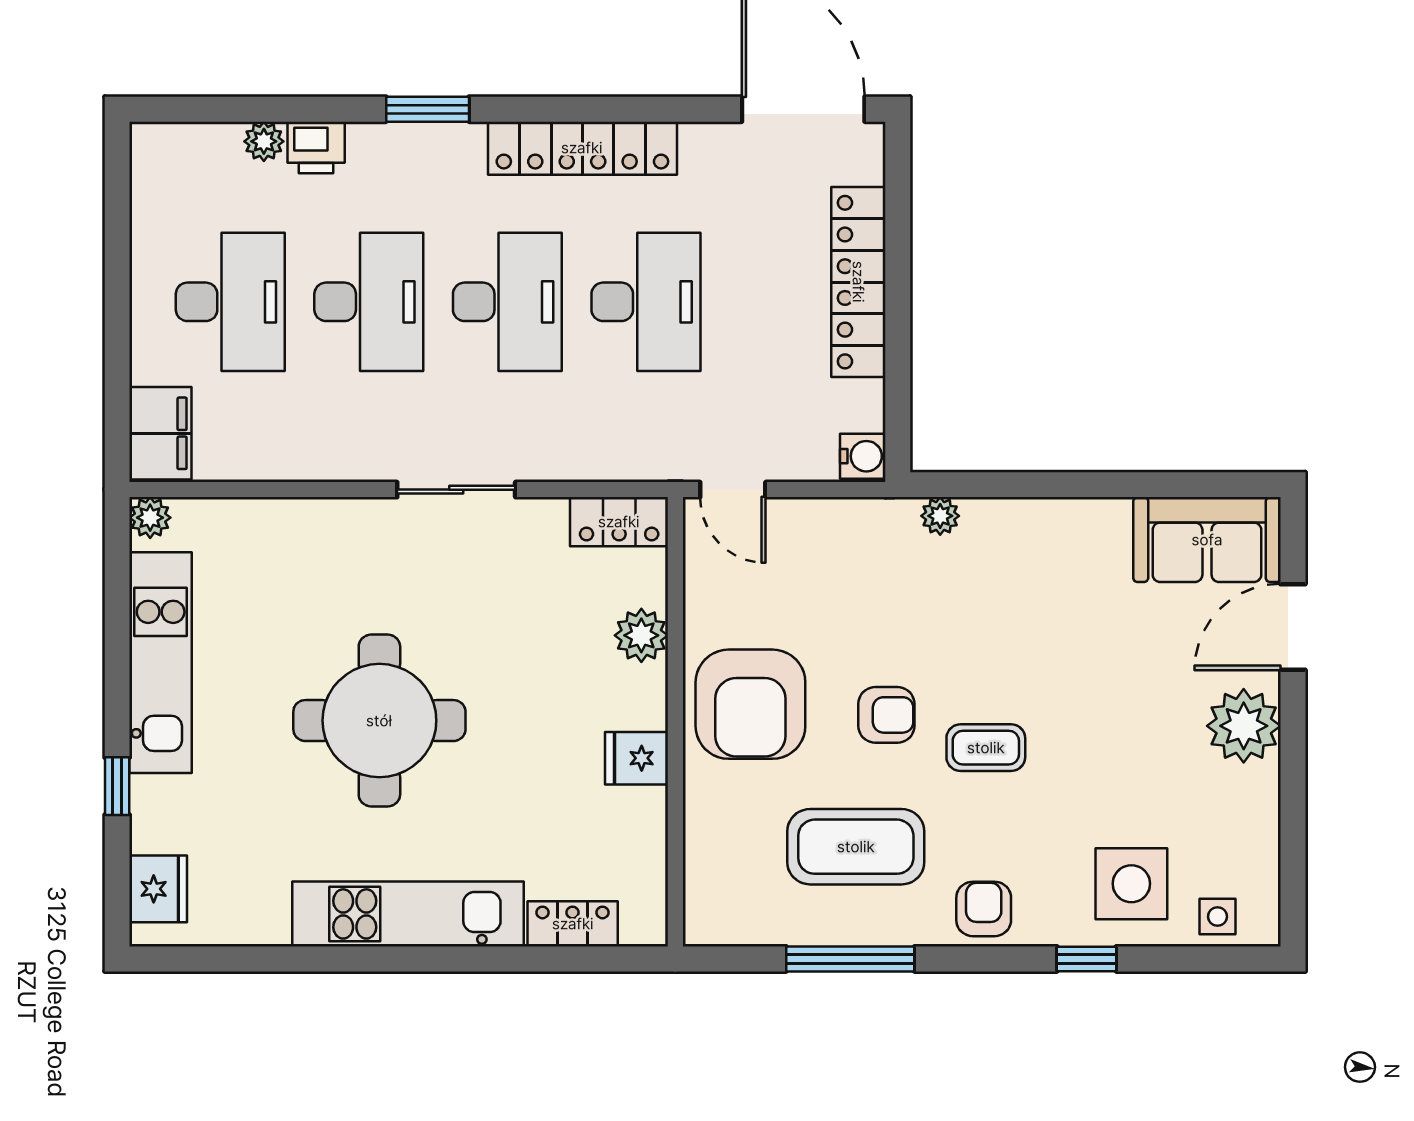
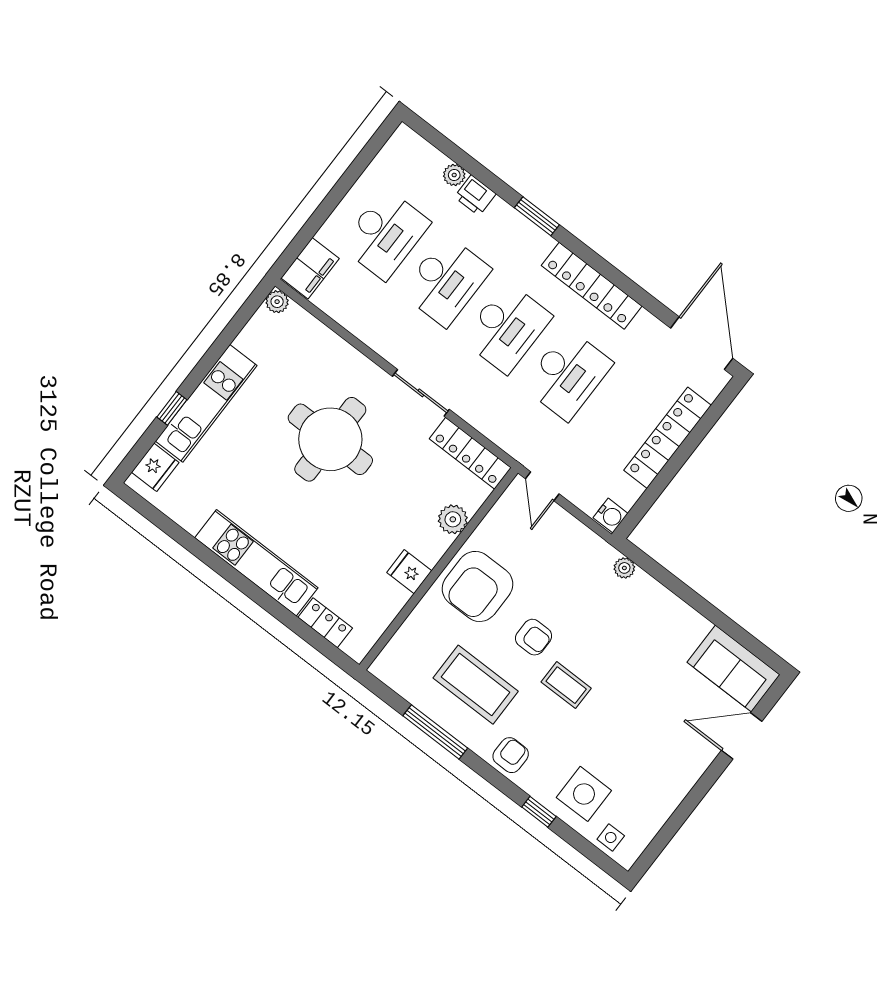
locker: (619, 522) -> (470, 453), width x1.53
kitchen unit: (161, 663) -> (206, 403), moved
round table: (379, 721) -> (330, 439), moved
plant: (1244, 726) -> (687, 763), removed

